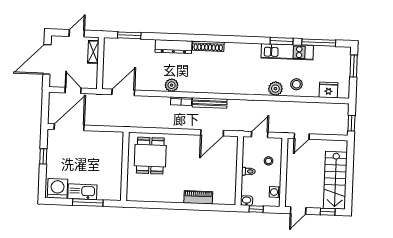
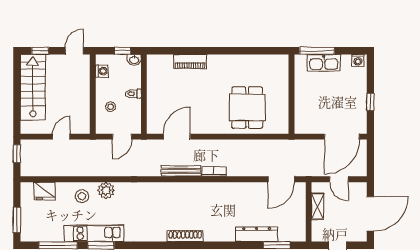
dresser: (174, 47) -> (257, 234), moved
shelving: (93, 52) -> (317, 206), moved
plant: (172, 85) -> (226, 190), removed
door: (302, 136) -> (61, 137), moved
wall: (125, 166) -> (292, 94), moved
washing machine: (57, 188) -> (358, 60), width x0.53, depth x0.53

